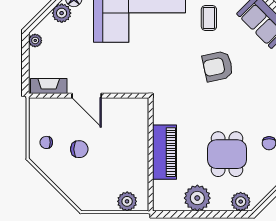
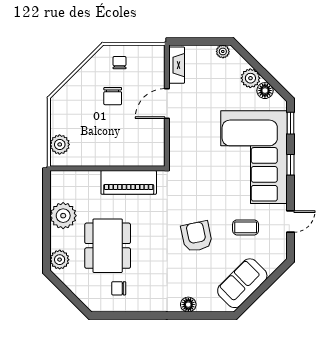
piano: (165, 152) -> (129, 182), moved
dining table: (227, 154) -> (108, 246), width x1.38

